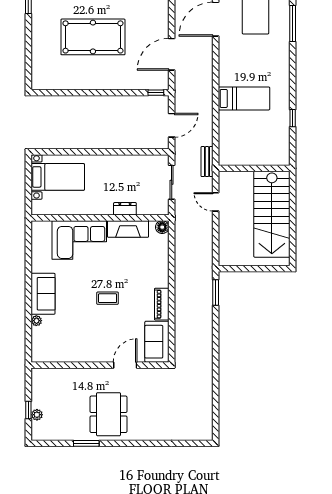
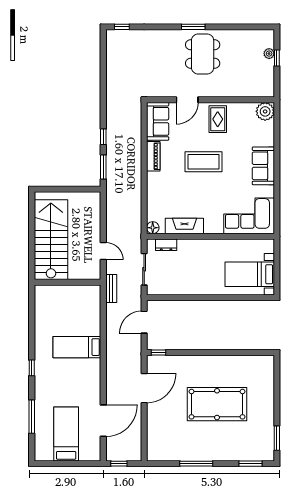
window: (293, 118) -> (32, 368), moved
dresser: (125, 209) -> (166, 245), moved
corner sofa: (79, 240) -> (249, 216), moved
coffee table: (108, 298) -> (203, 162), width x1.86, depth x1.72
plant: (36, 321) -> (265, 111), moved, width x1.88, depth x1.88
window: (216, 325) -> (103, 137), added
rug: (92, 344) -> (218, 119), added
window: (86, 443) -> (193, 27), moved
window: (195, 443) -> (122, 27), added

